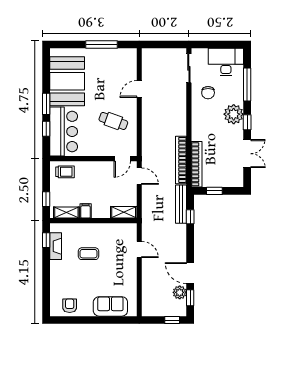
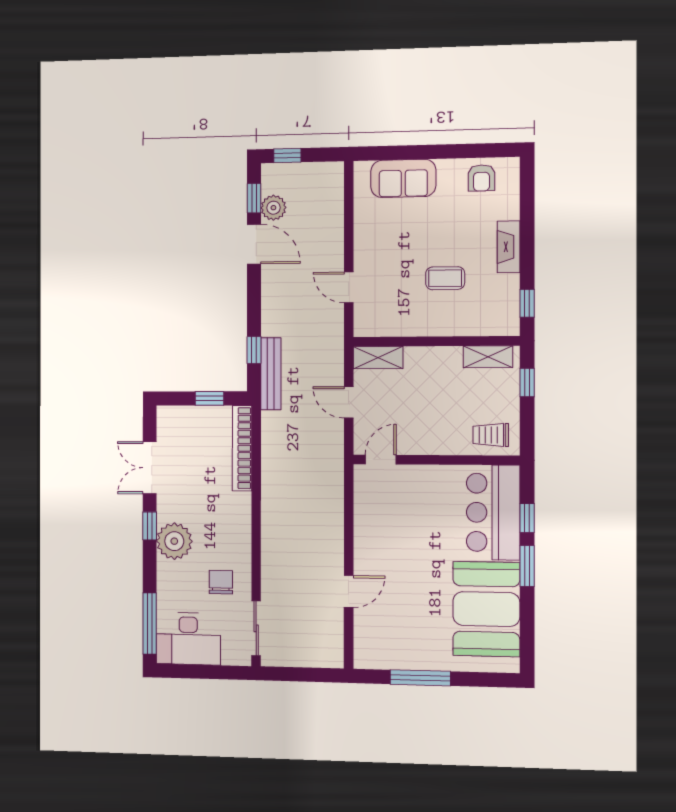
window: (247, 84) -> (150, 624), moved
cafe table: (113, 121) -> (398, 531), removed
bookcase: (181, 160) -> (271, 457), removed
door: (139, 176) -> (349, 402), moved
filing cabinet: (86, 211) -> (451, 360), removed
fireplace: (56, 246) -> (509, 247), moved

